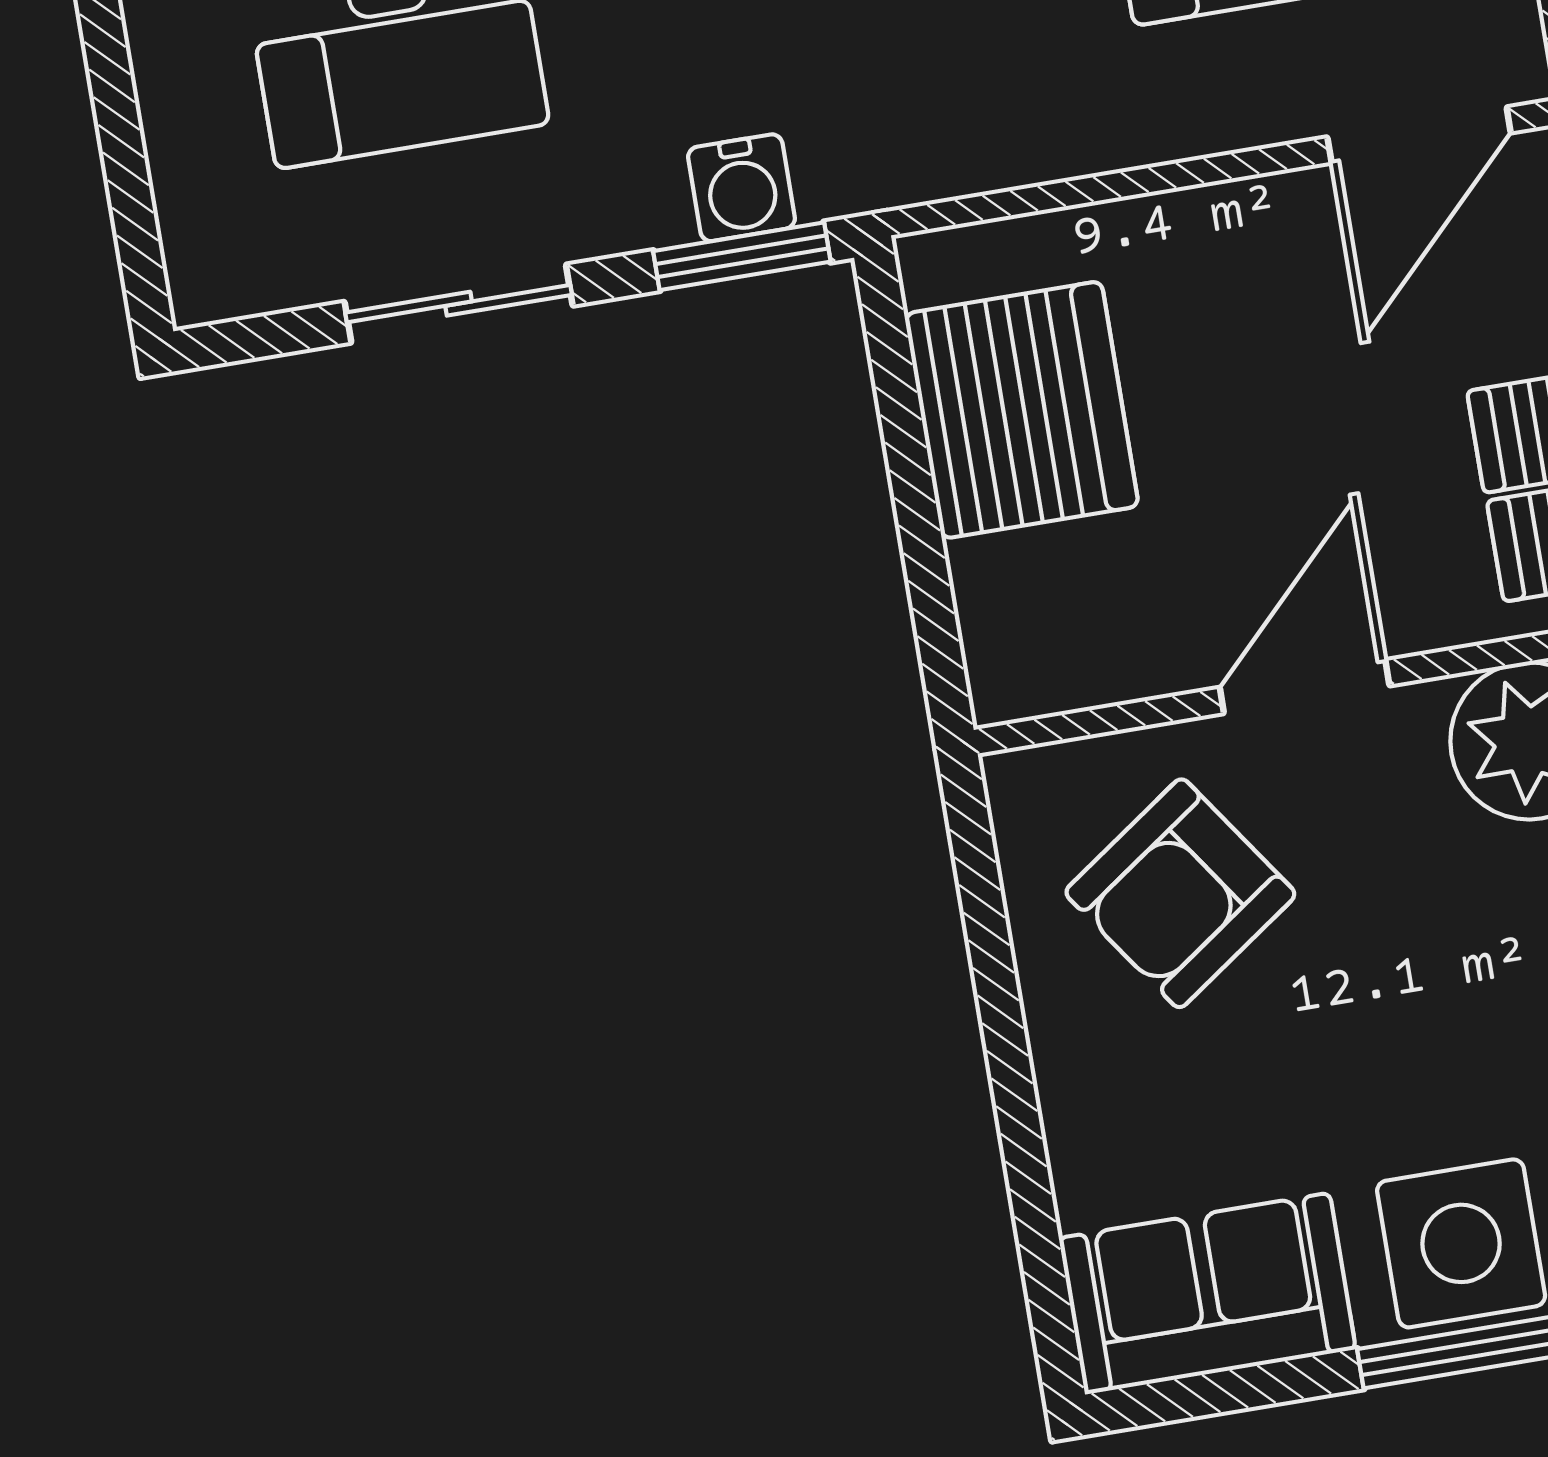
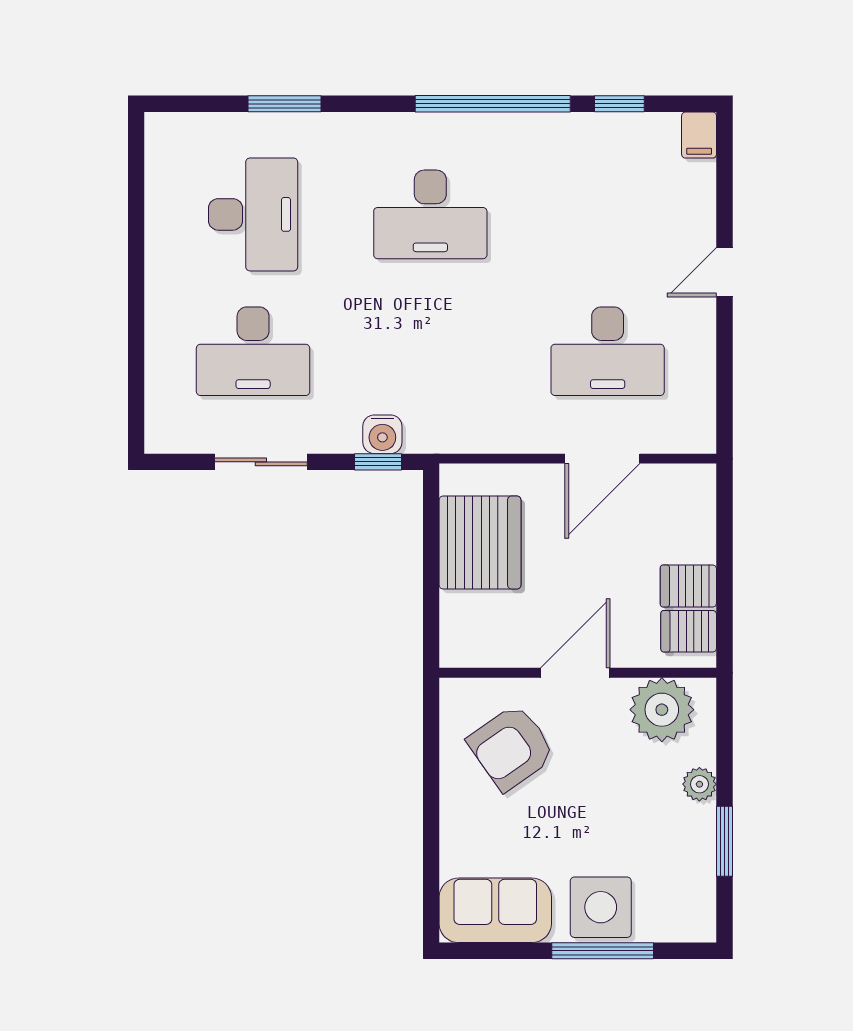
door: (1419, 135) -> (602, 459), moved
window: (742, 256) -> (378, 462), width x0.67

